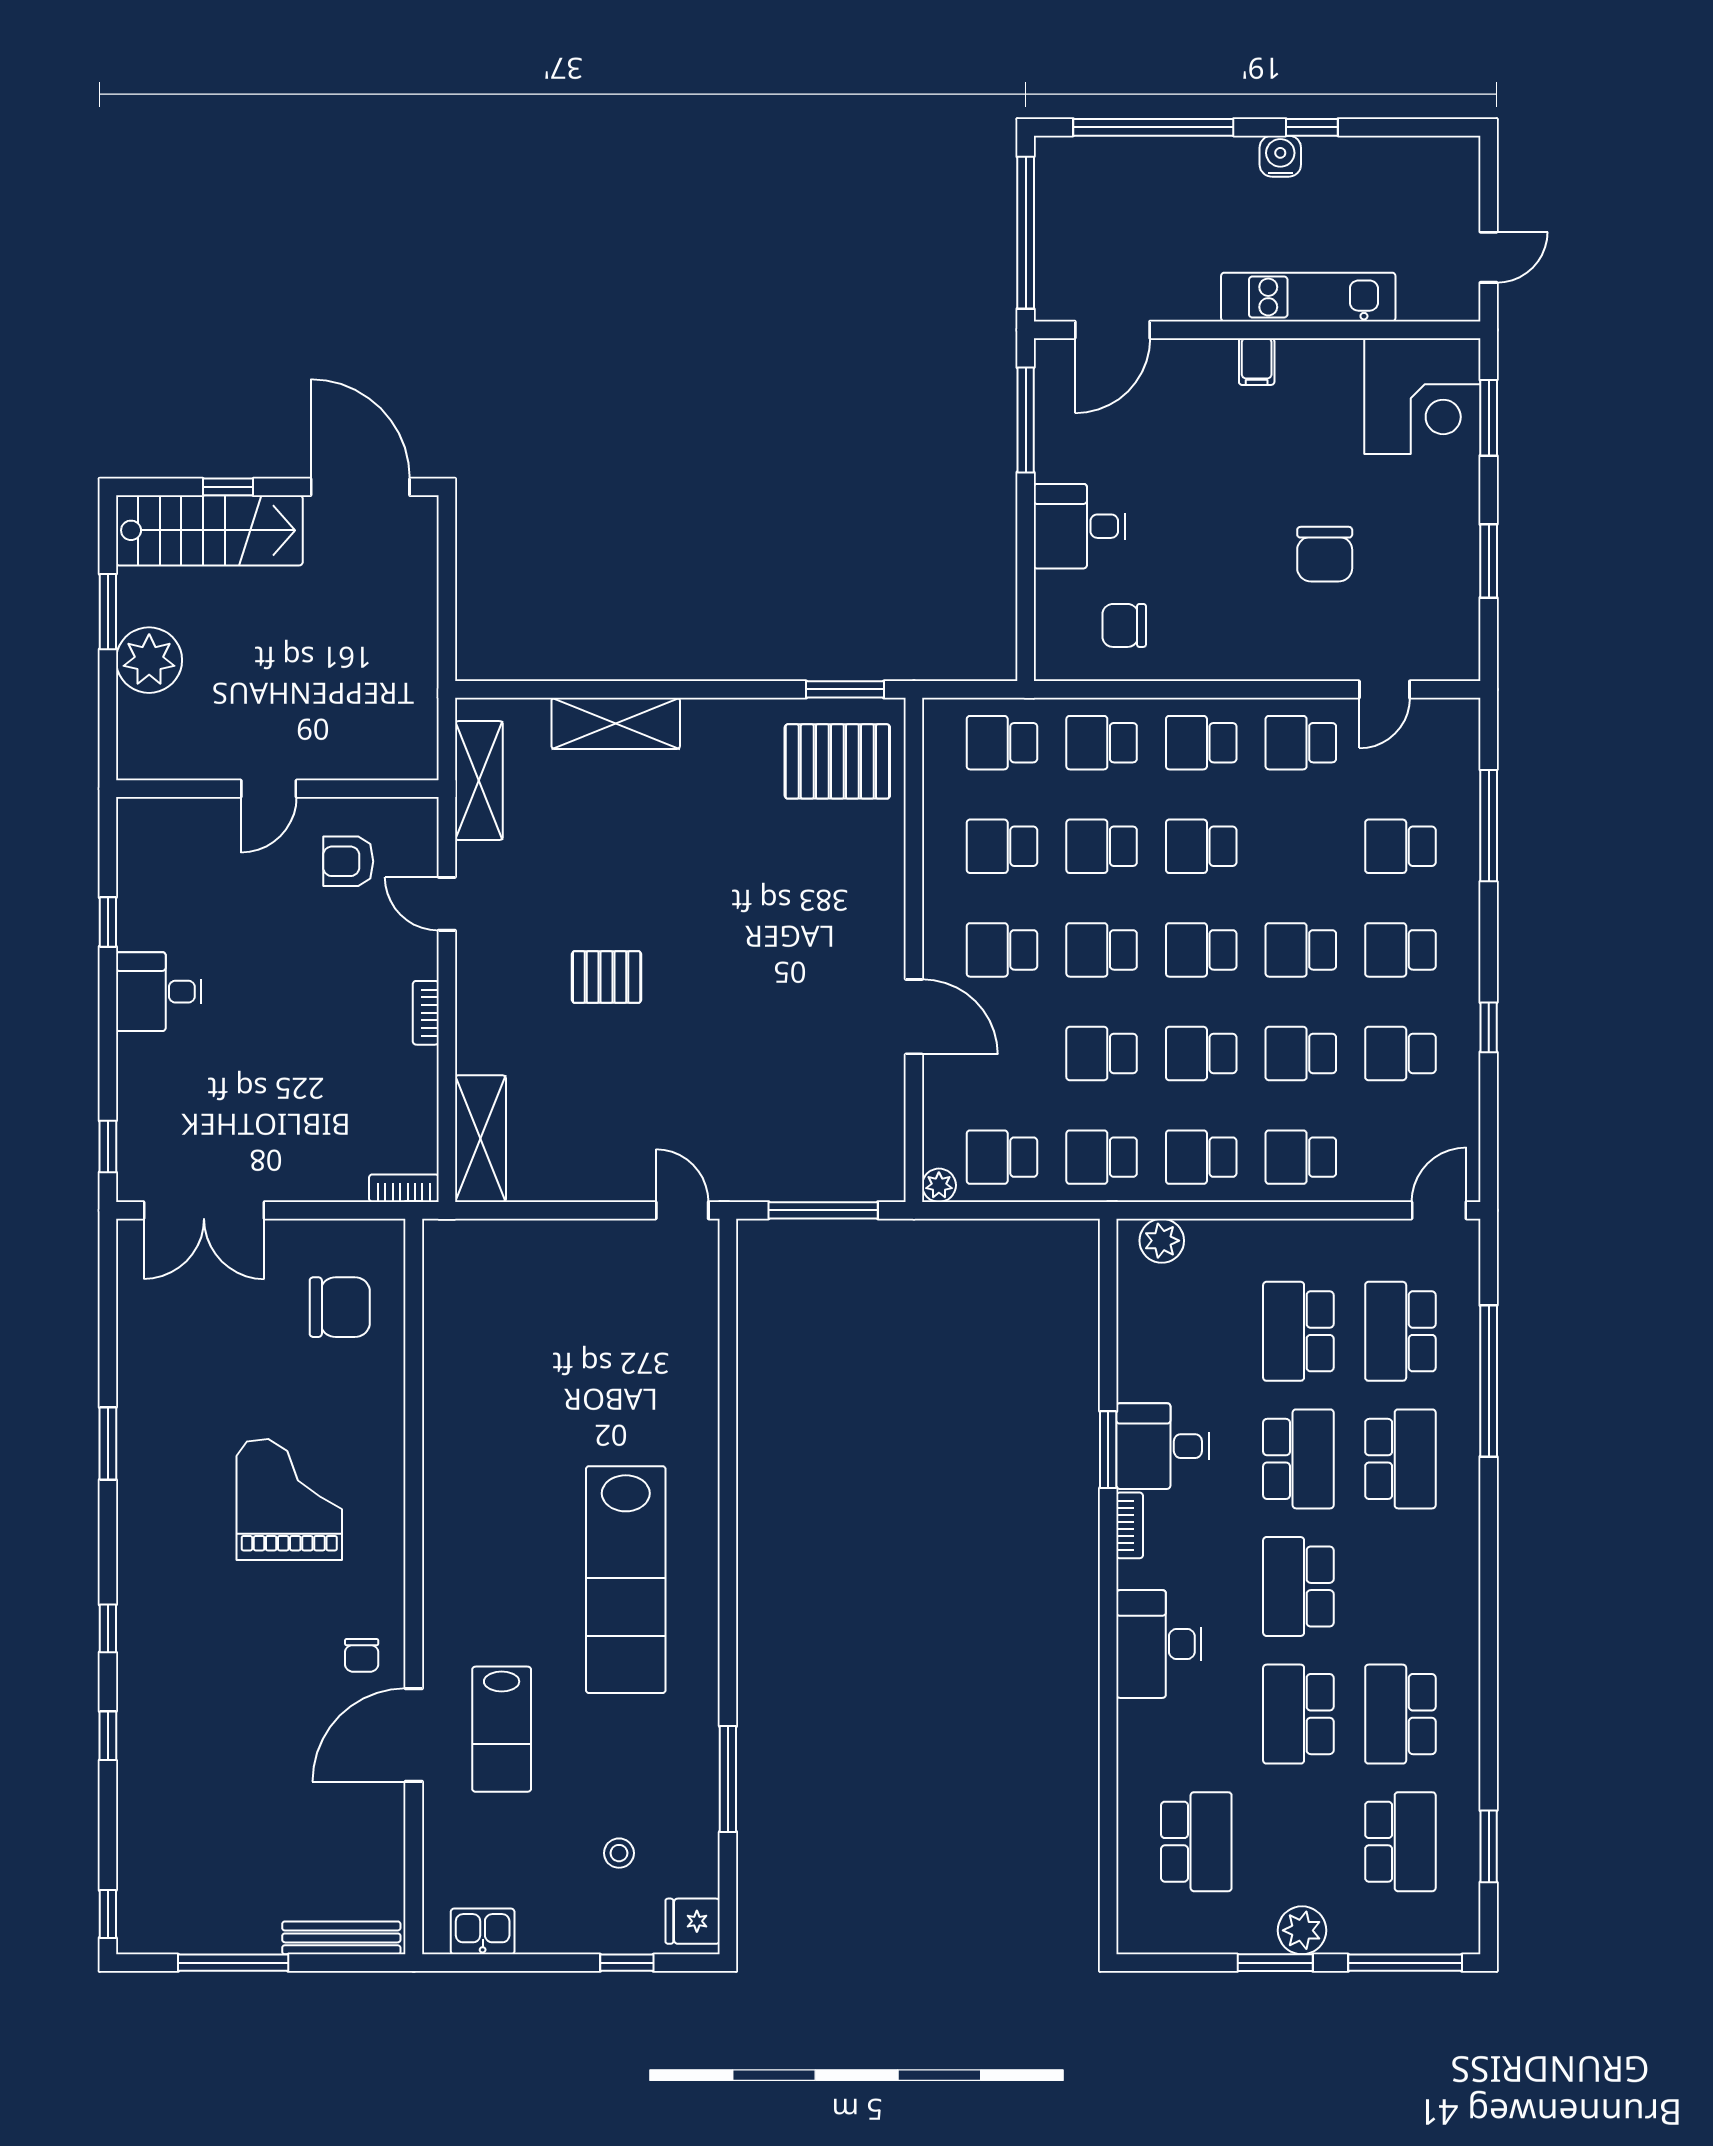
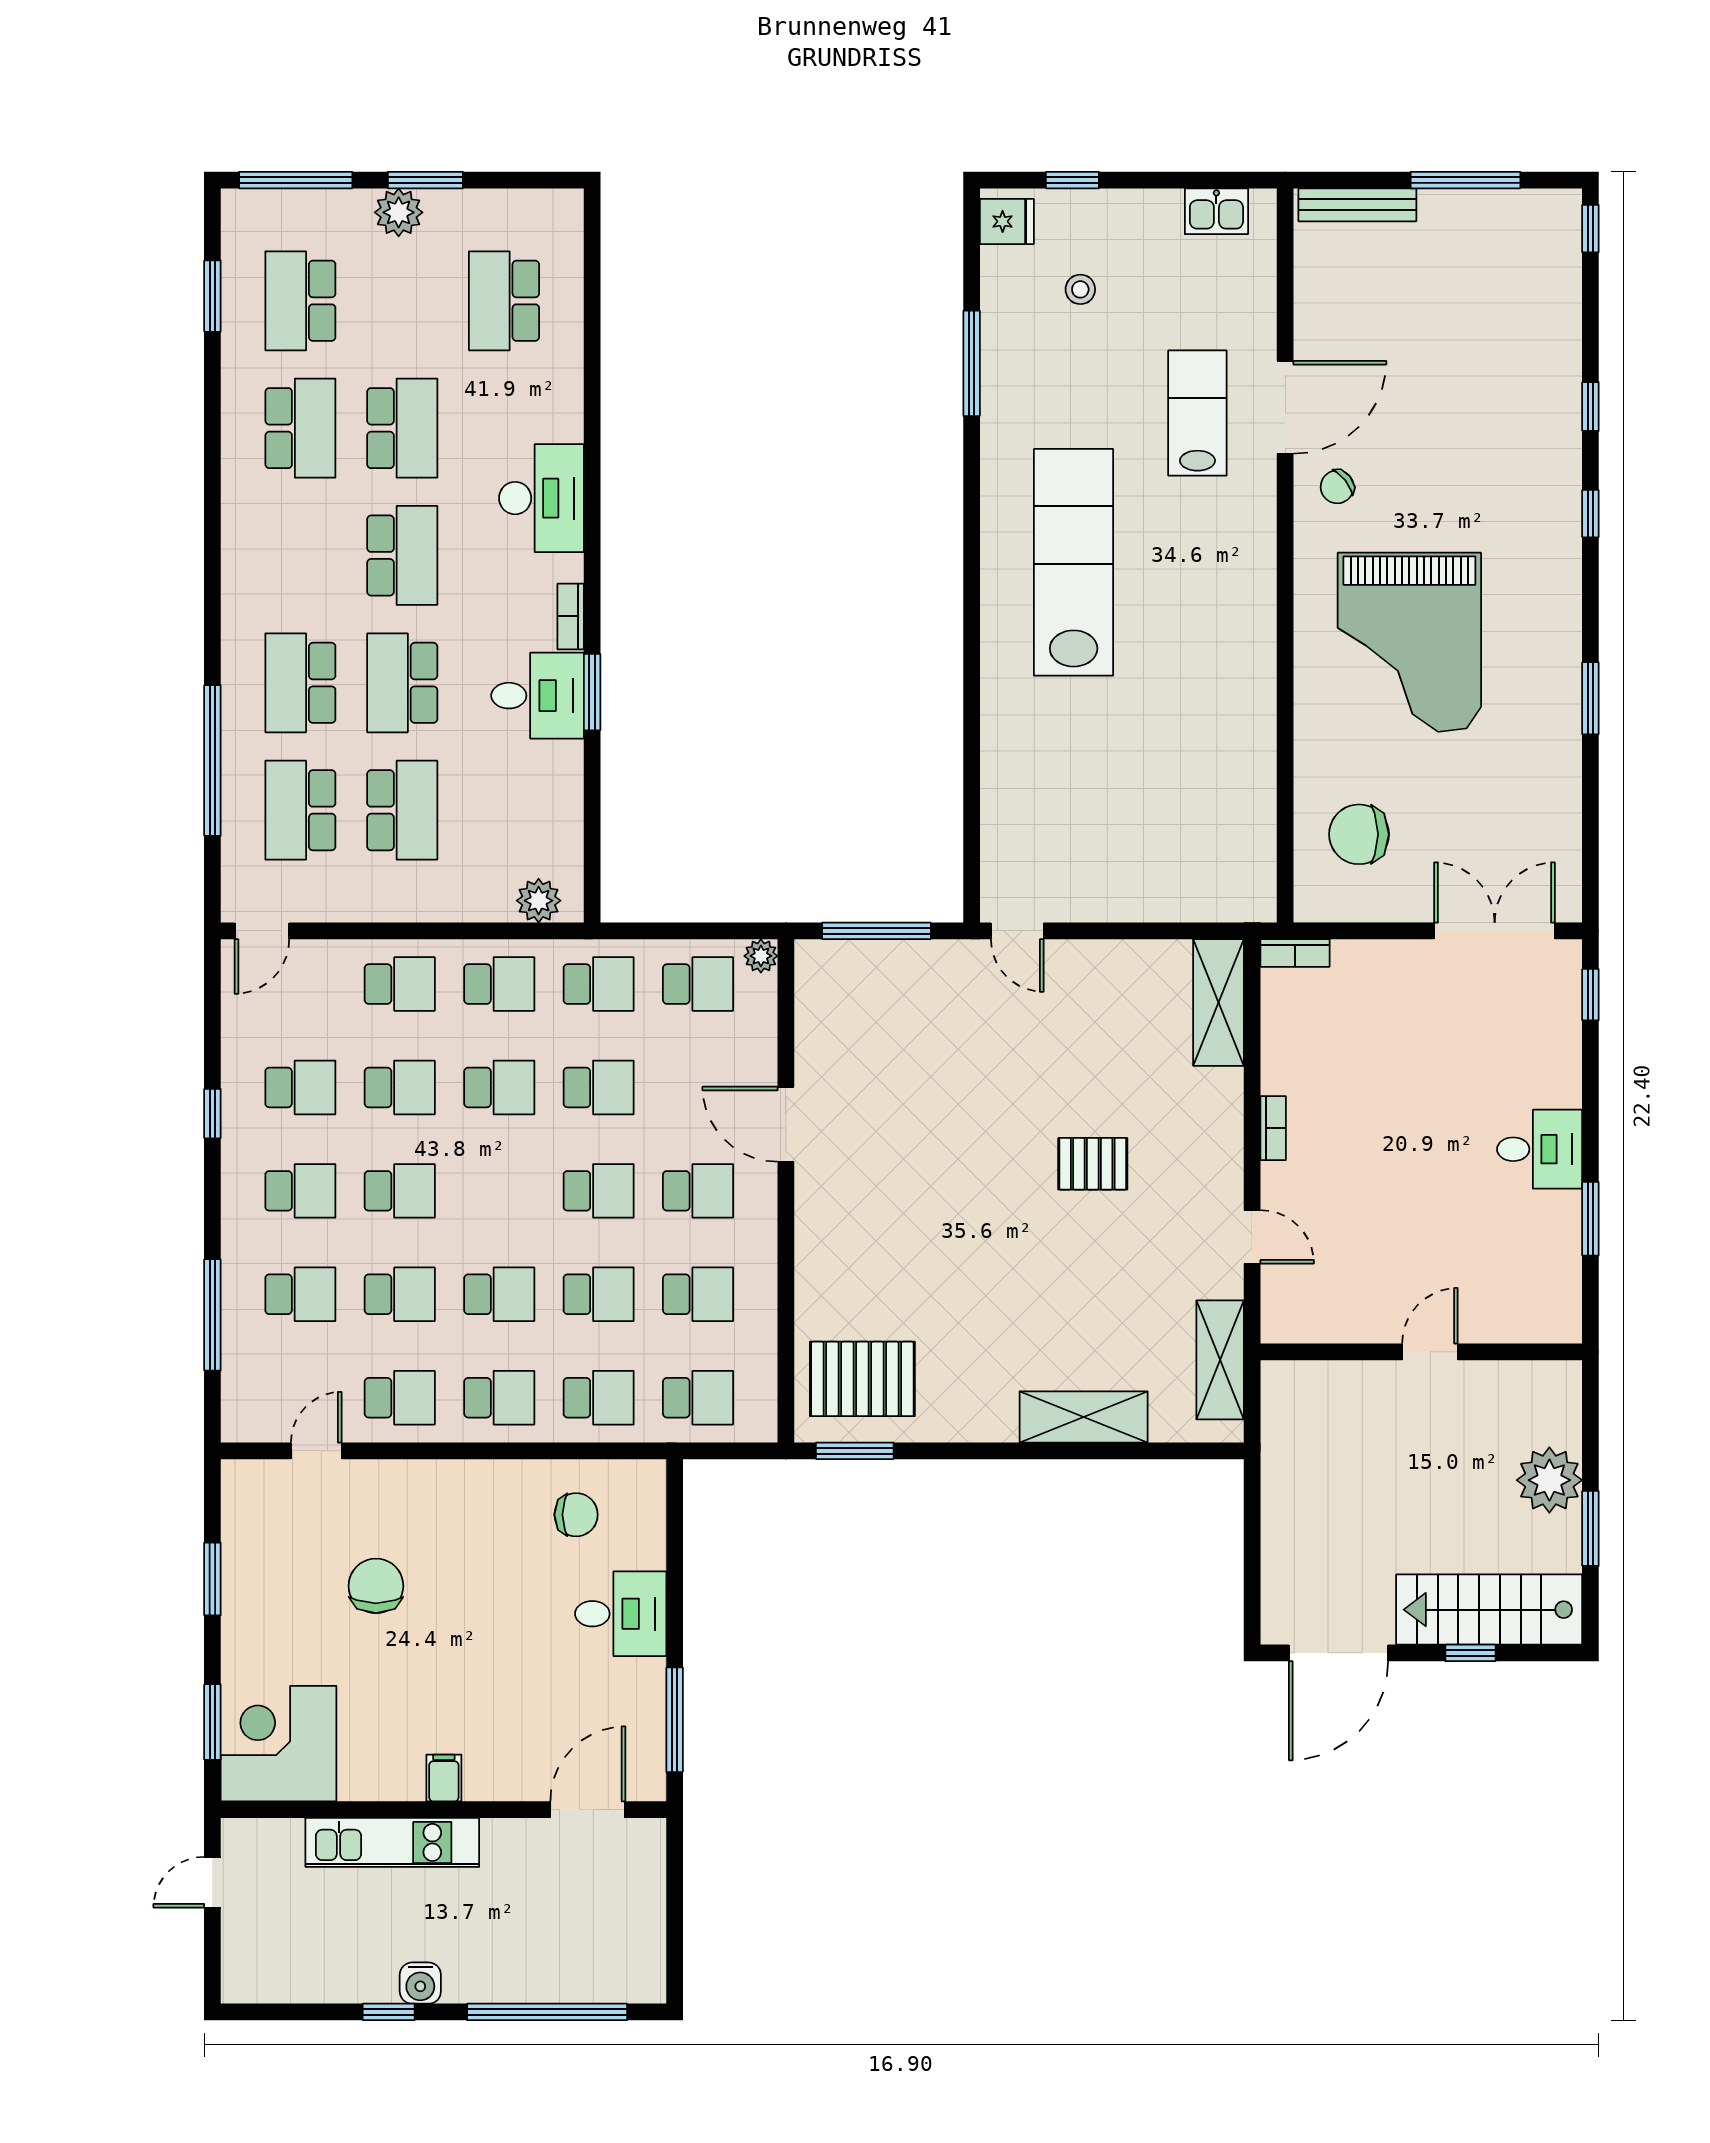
window: (1026, 233) -> (675, 1907), removed
door: (360, 487) -> (1339, 1653), hinge flipped
armchair: (348, 861) -> (1351, 1279), removed
window: (108, 922) -> (1590, 1219), width x1.50
school desk: (1201, 950) -> (400, 1294), moved
school desk: (1400, 1331) -> (300, 810), turned 180
grand piano: (289, 1500) -> (1409, 642), width x1.37, depth x1.48
chair: (362, 1655) -> (1337, 487), turned -128

